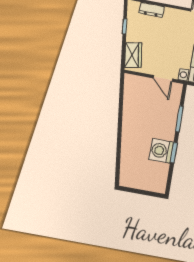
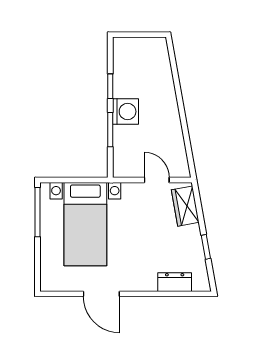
door: (163, 78) -> (157, 180), moved
washing machine: (161, 151) -> (125, 112), moved

